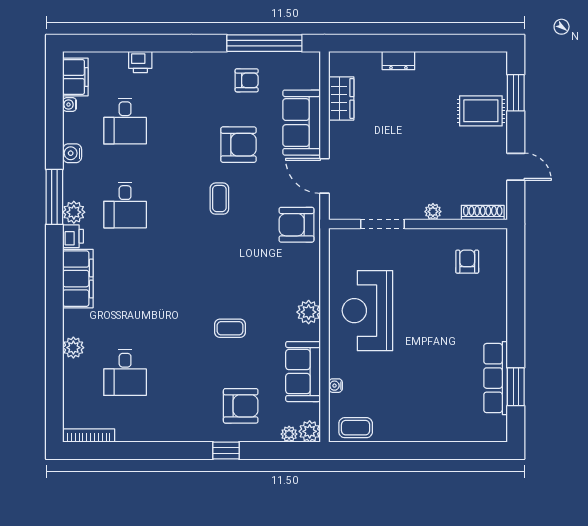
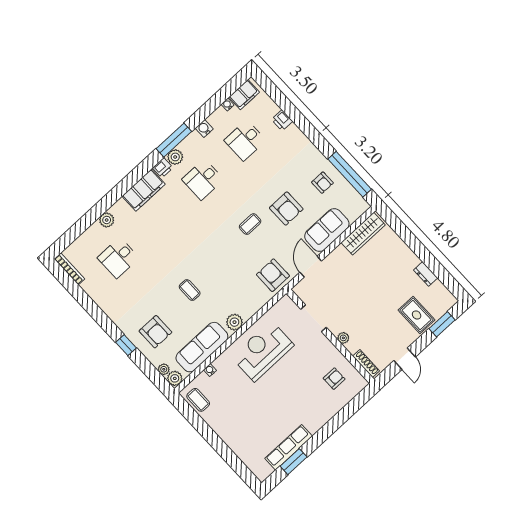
dresser: (398, 61) -> (426, 274), moved
wardrobe: (341, 98) -> (363, 234), width x1.50
sofa: (303, 372) -> (202, 347), width x1.36

